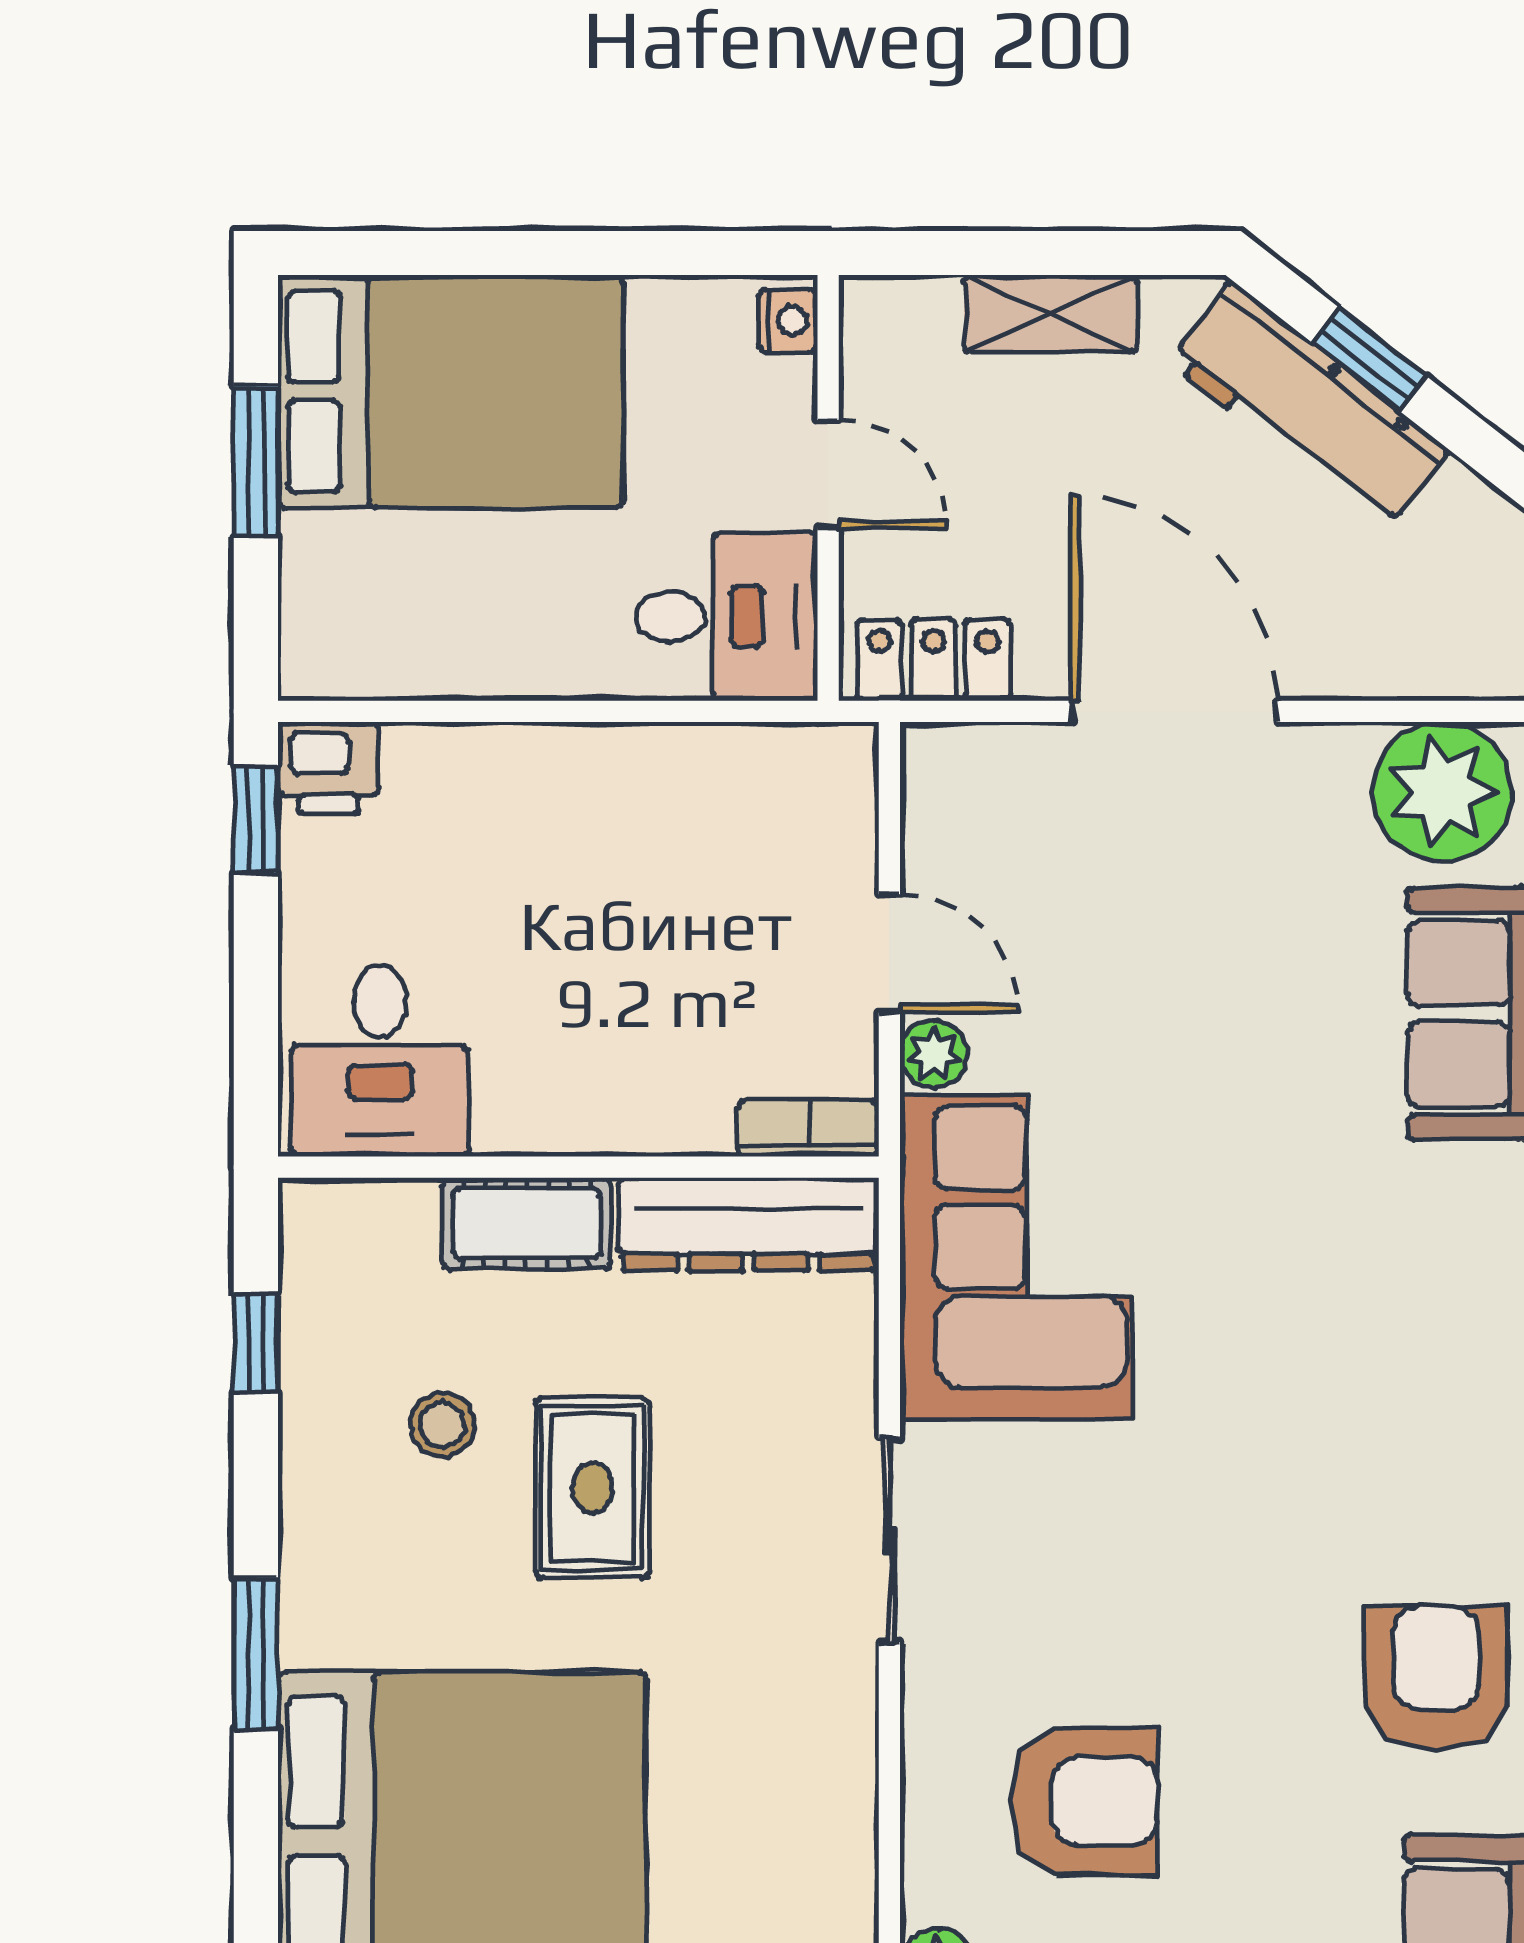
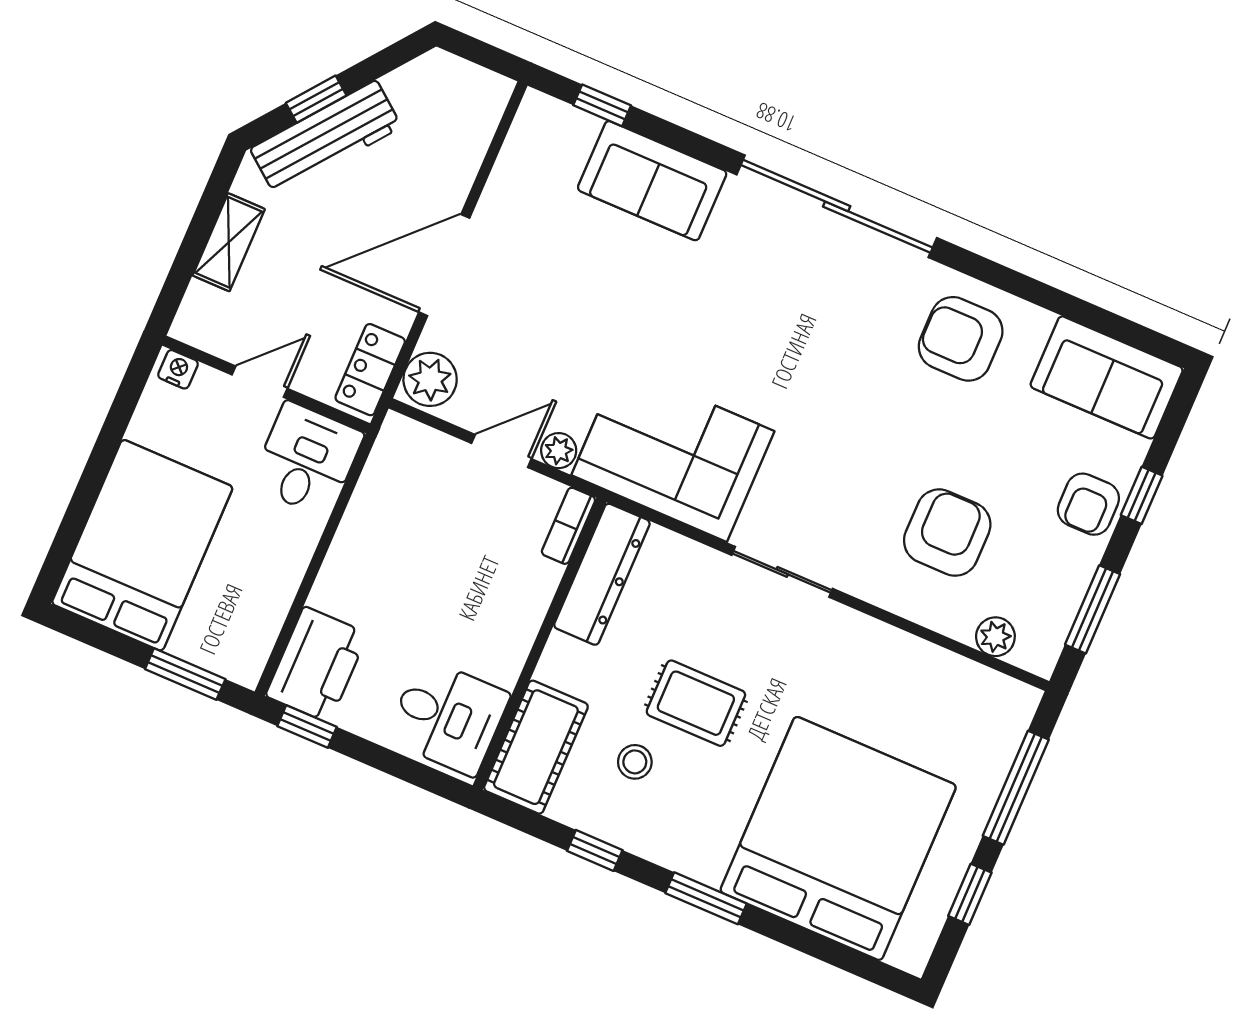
window: (256, 462) -> (185, 674), moved
printer: (328, 768) -> (317, 665), width x1.87, depth x1.48
plant: (1442, 792) -> (430, 379), moved, width x0.73, depth x0.73
cot: (526, 1224) -> (536, 747), moved, width x1.37, depth x1.34
window: (256, 1343) -> (595, 850), moved

